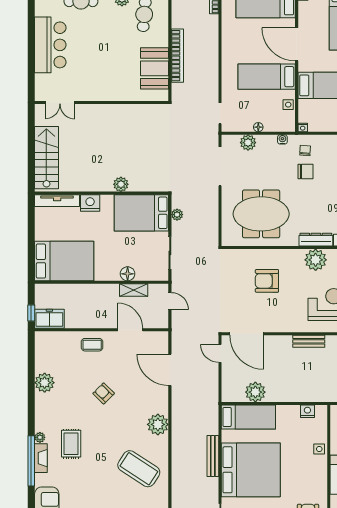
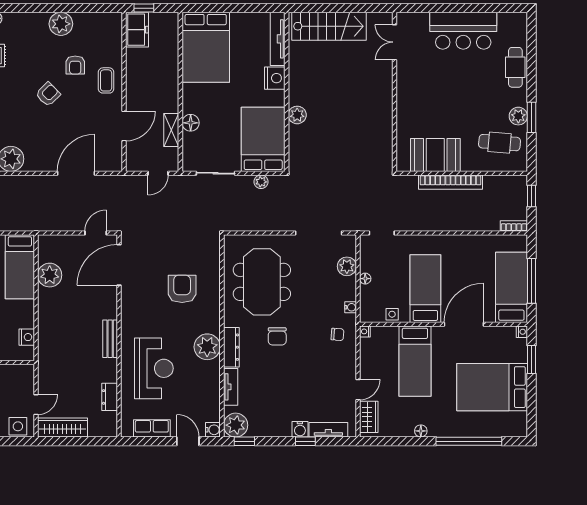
chair: (306, 171) -> (277, 336), moved
armchair: (79, 371) -> (75, 65), added

